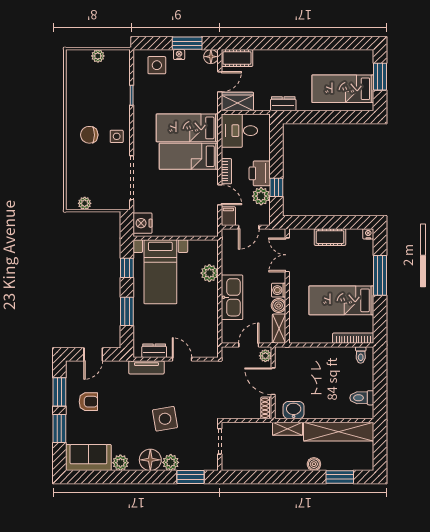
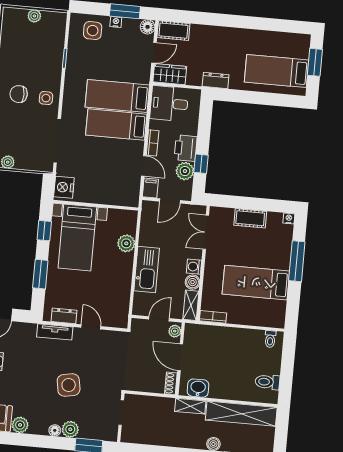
bookcase: (353, 338) -> (213, 317), moved, width x0.64
floor lamp: (150, 460) -> (55, 430), width x0.53, depth x0.53

